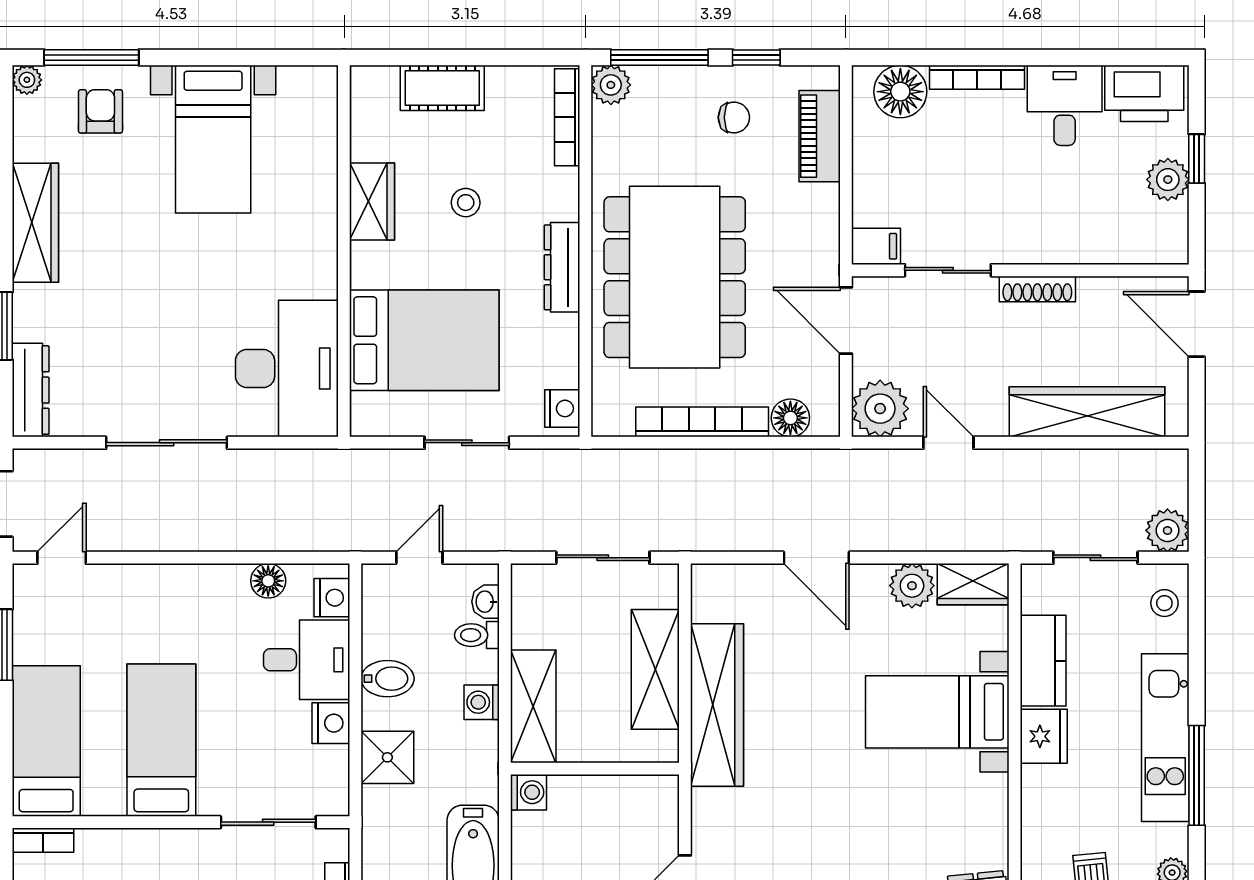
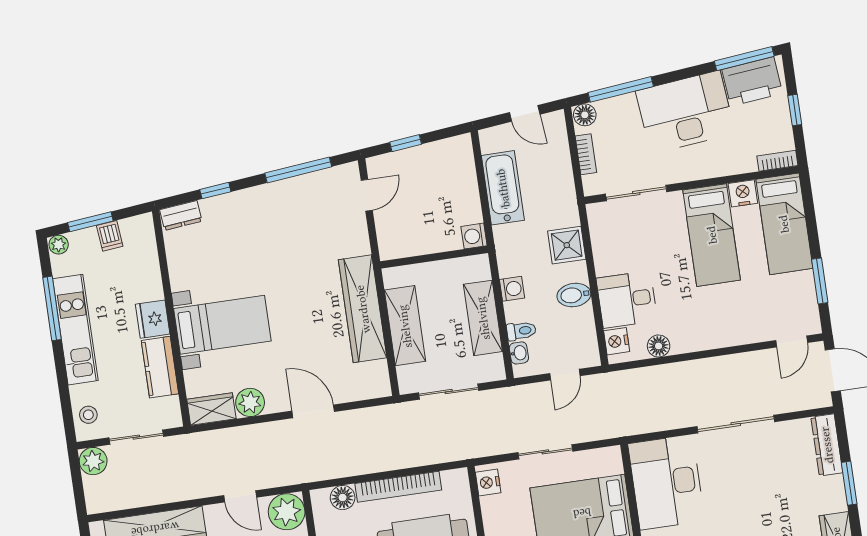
shelving: (533, 706) -> (483, 318), moved
nightstand: (331, 723) -> (743, 193), moved, turned 90

